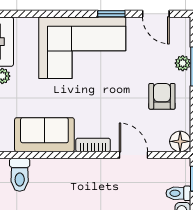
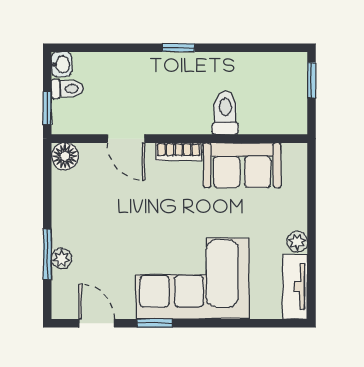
armchair: (162, 96) -> (89, 215), removed
toilet: (20, 175) -> (225, 113), moved

